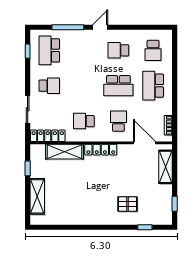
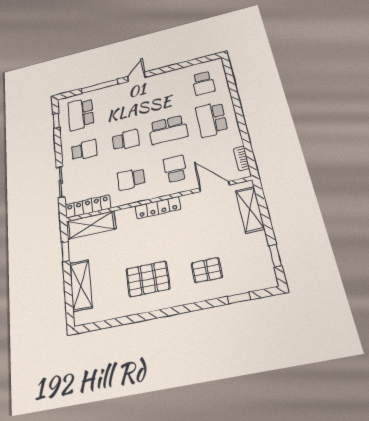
school desk: (118, 50) -> (126, 140), moved, turned 180
shelving: (64, 152) -> (91, 225), moved
pallet: (86, 202) -> (148, 279), added

